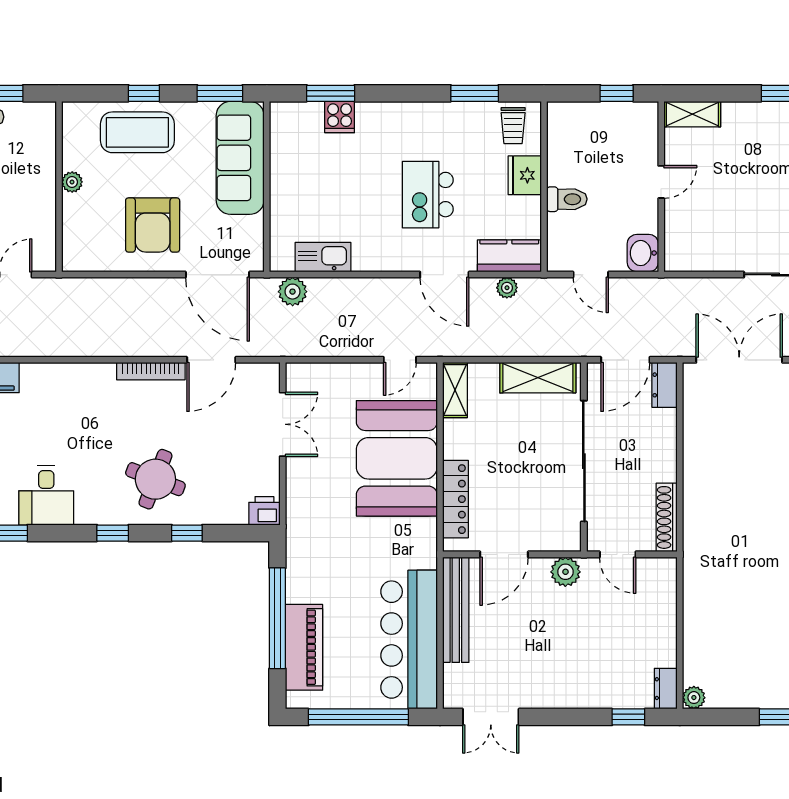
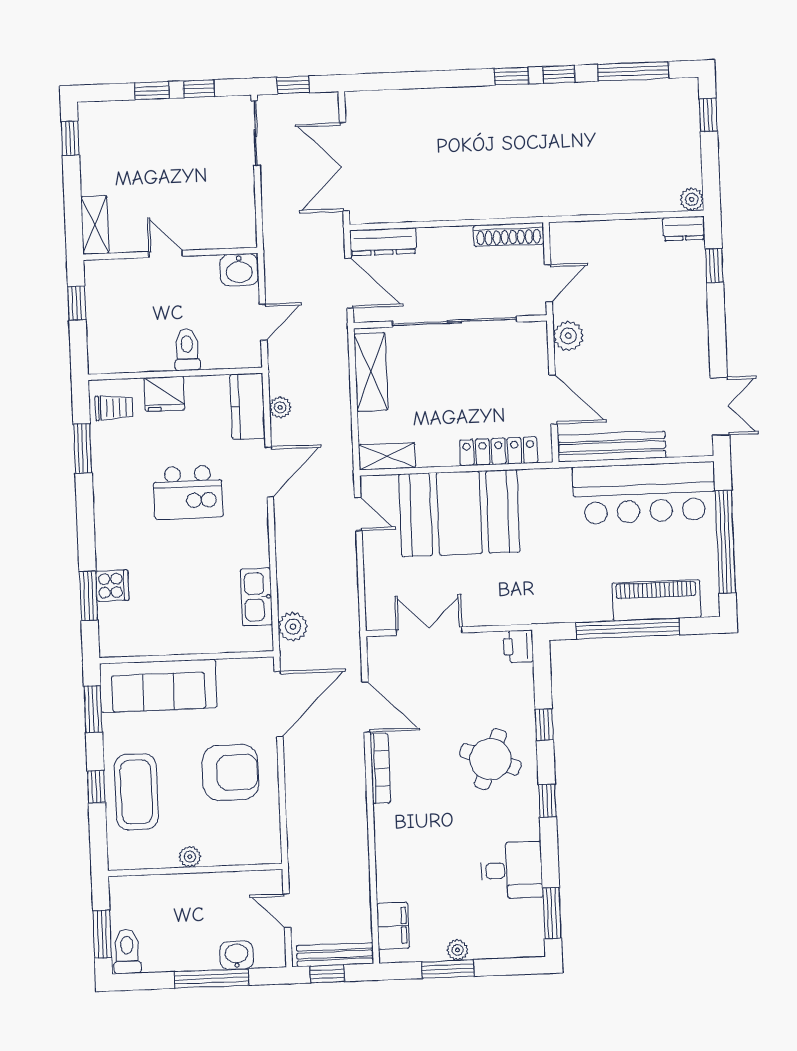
dresser: (665, 385) -> (383, 242), width x1.44

